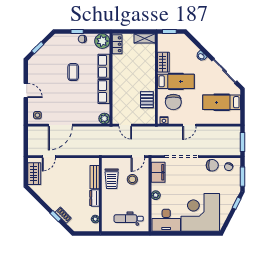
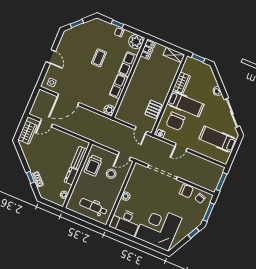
door: (125, 125) -> (141, 130), moved
filing cabinet: (158, 172) -> (136, 177), removed

